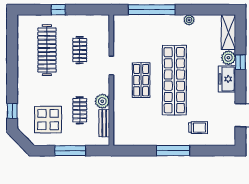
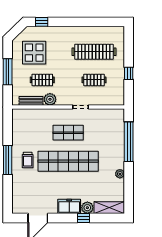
window: (58, 10) -> (129, 73), moved
trolley: (198, 128) -> (28, 160), moved

